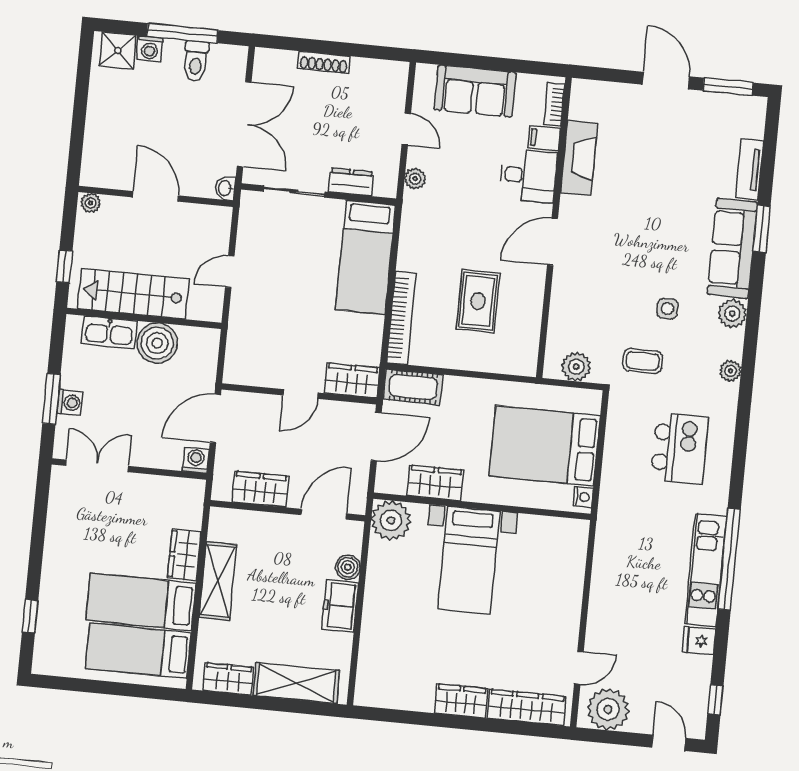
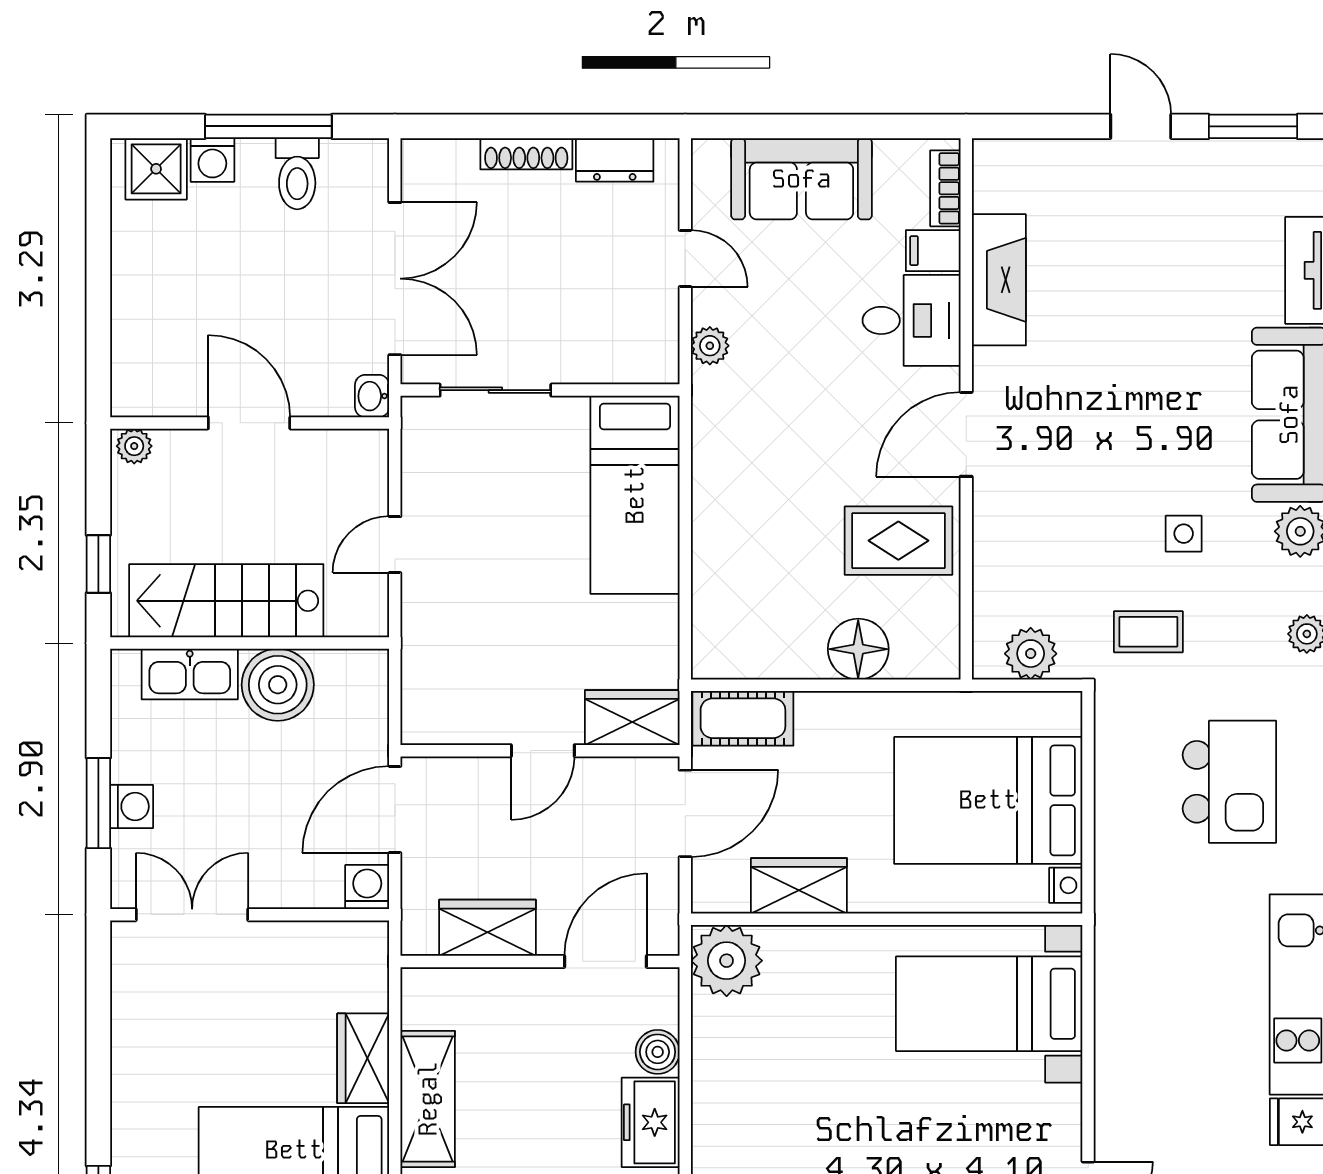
door: (666, 81) -> (1141, 126), width x0.73
dresser: (351, 182) -> (615, 160), moved, turned 180
rug: (478, 301) -> (898, 541), moved, turned 90
bookcase: (401, 318) -> (710, 597), removed
floor lamp: (481, 355) -> (858, 649), added
bed with nightstands: (469, 560) -> (989, 1004), moved, turned 90

